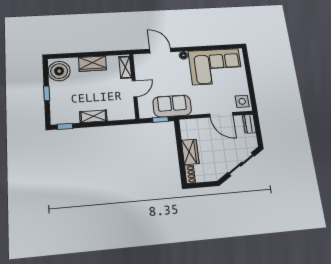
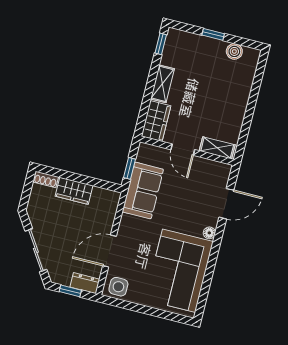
wardrobe: (92, 64) -> (156, 121), moved, turned 180
boiler: (59, 71) -> (234, 51), width x0.54, depth x0.54
window: (258, 132) -> (70, 291), added

